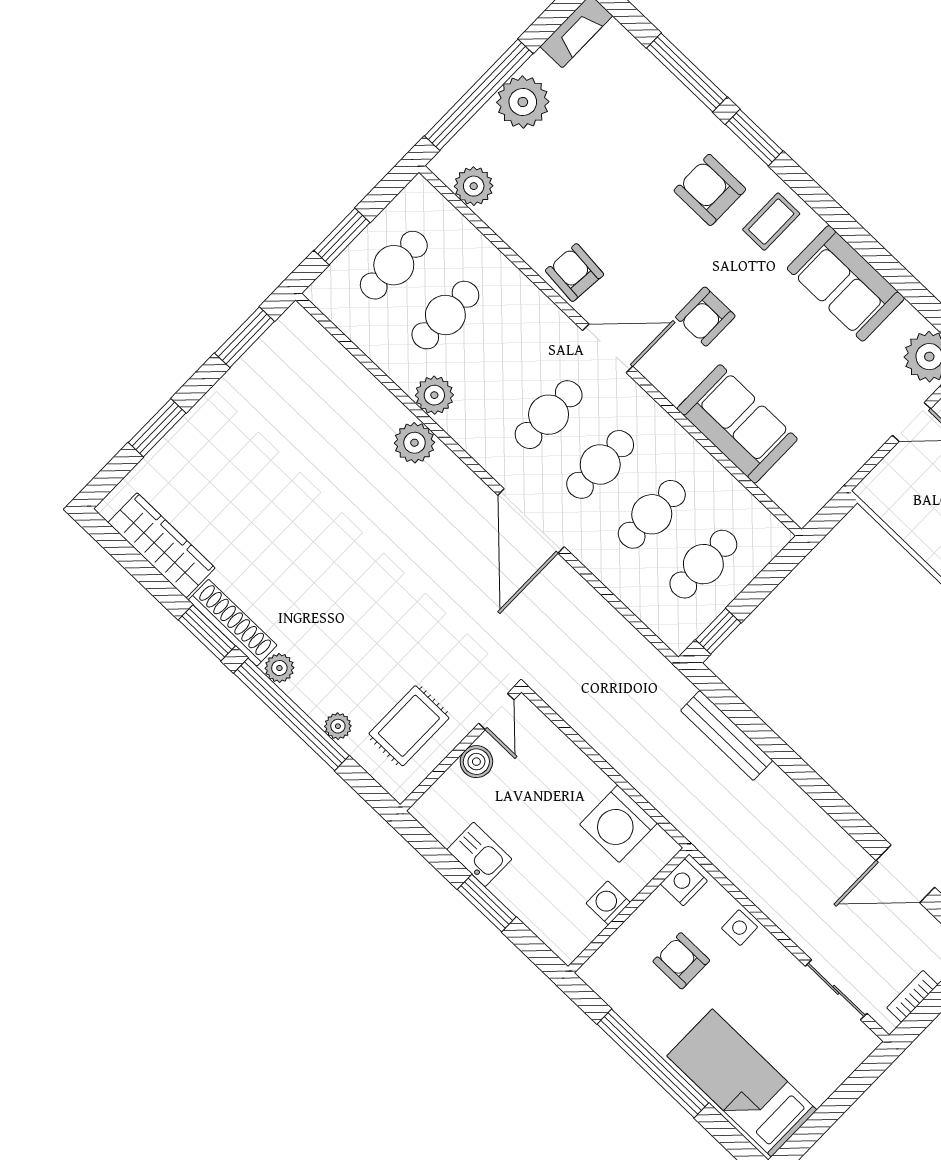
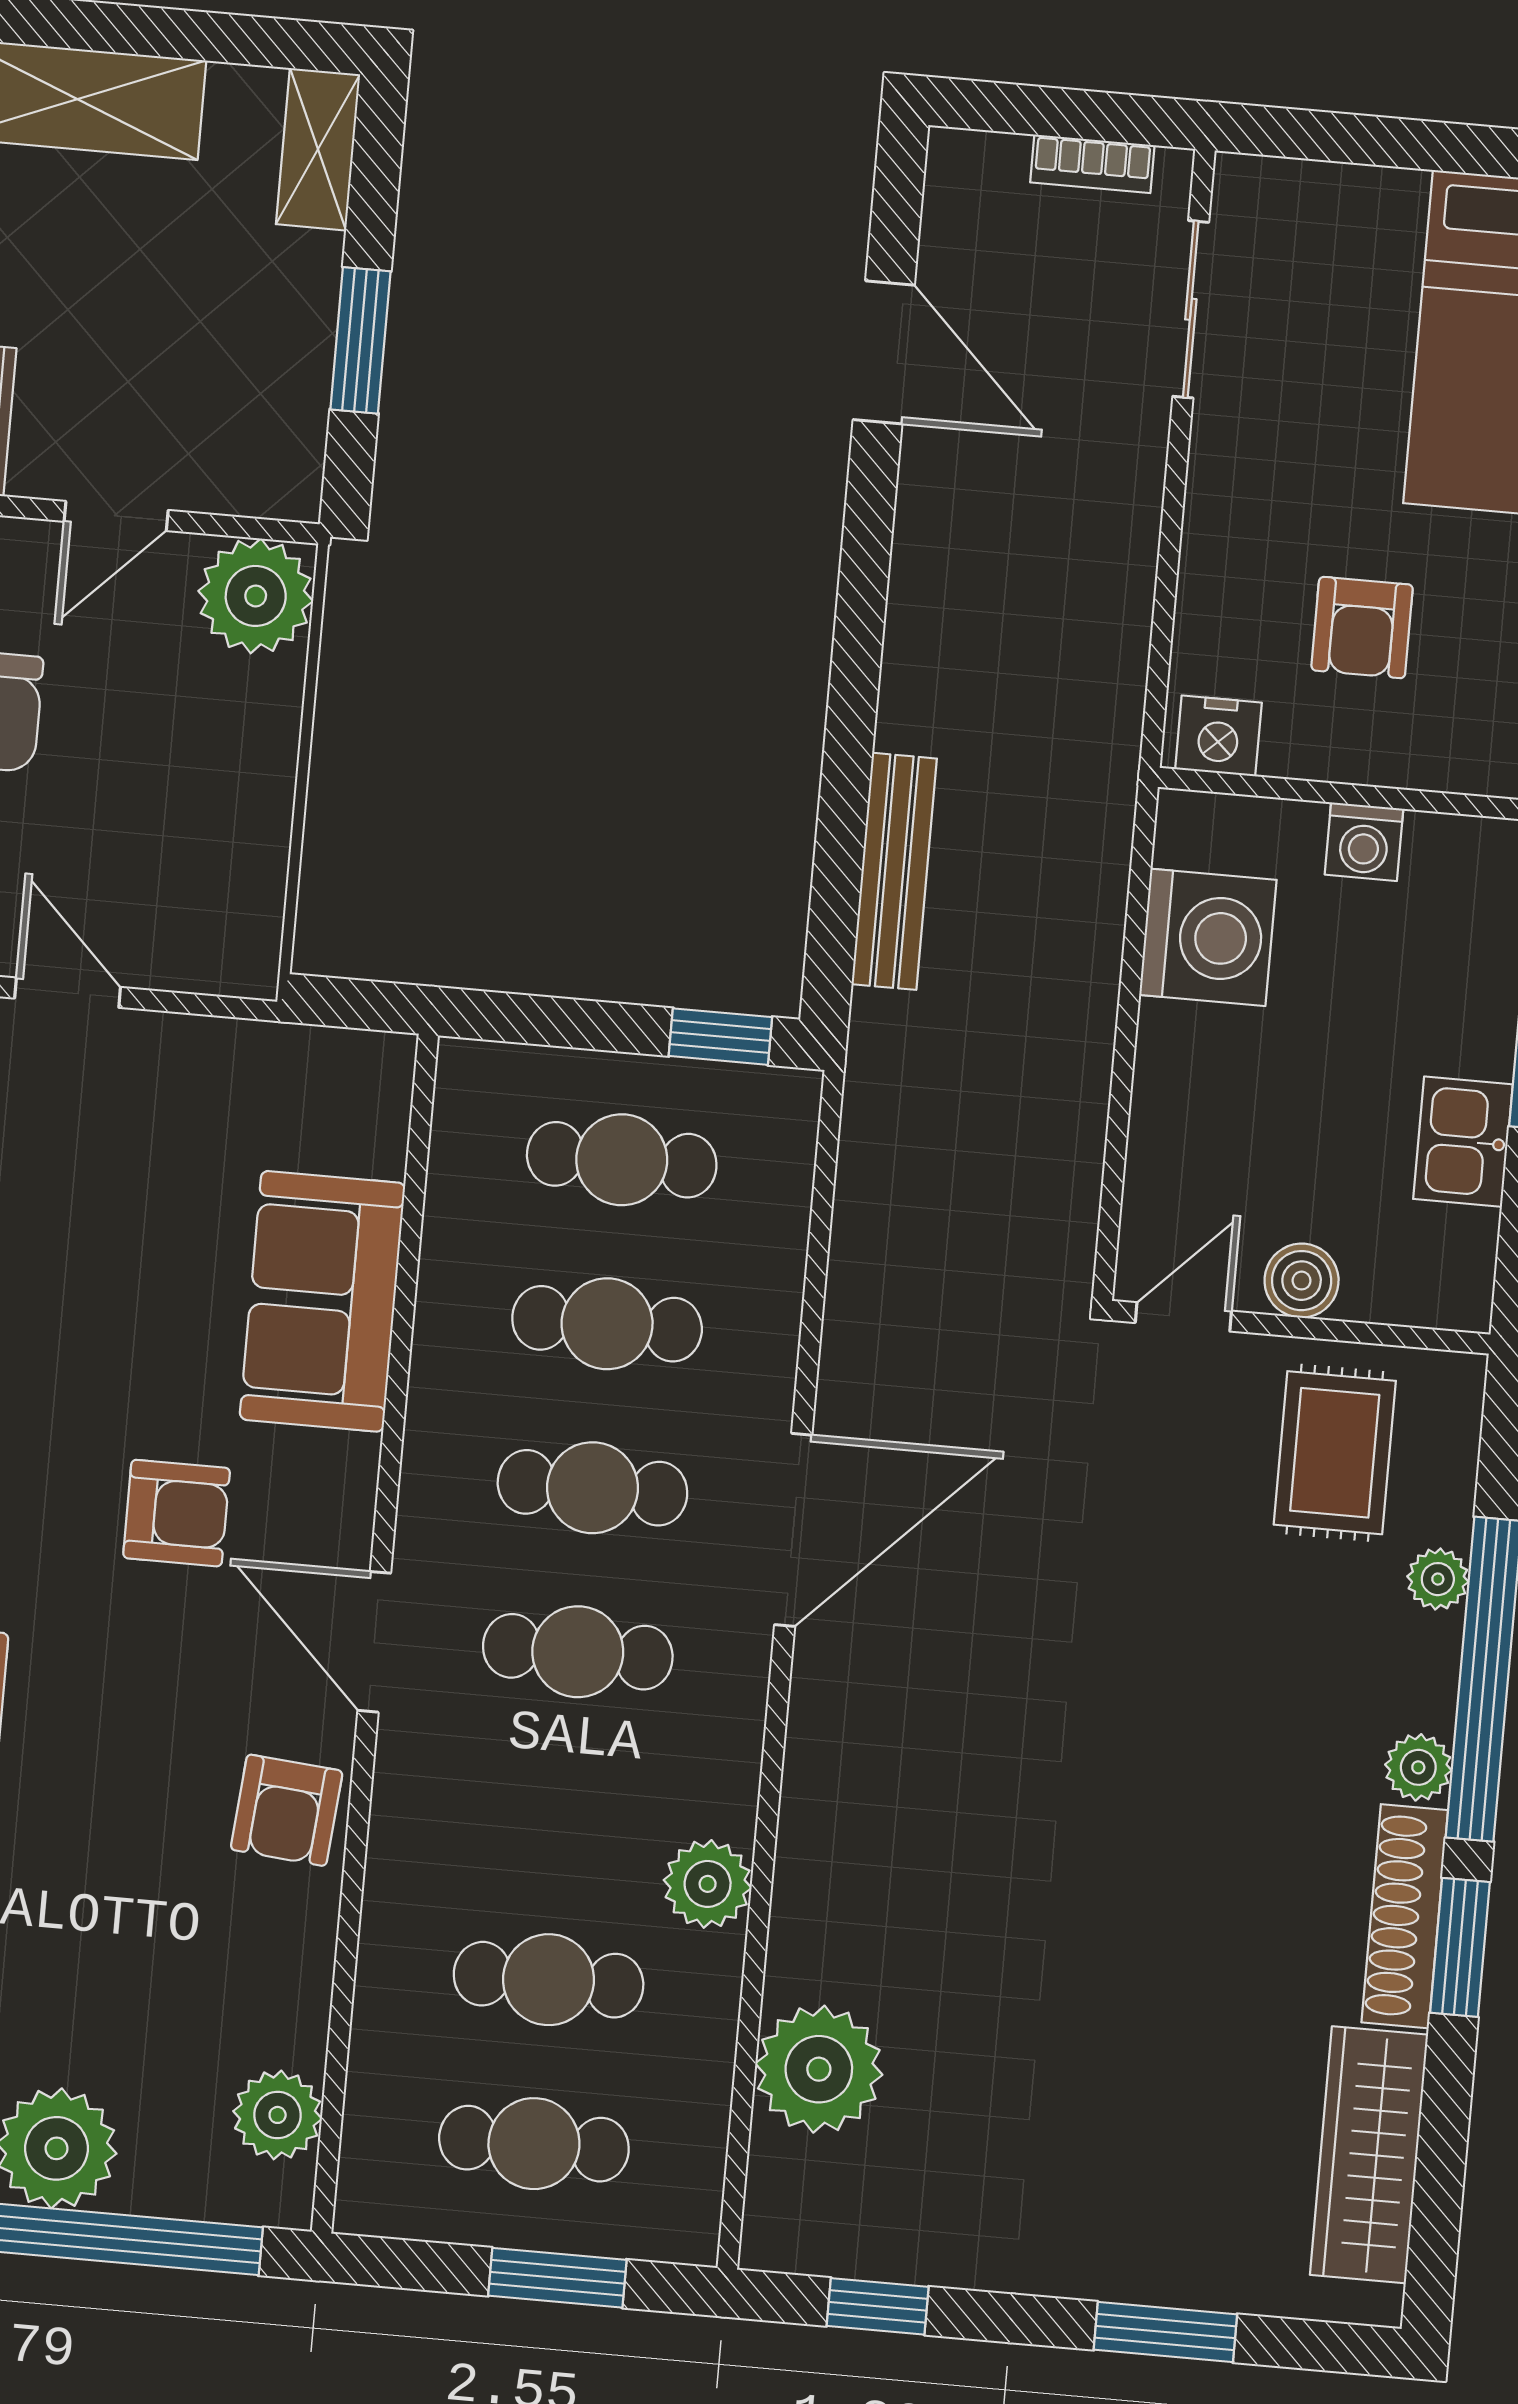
window: (245, 337) -> (878, 2306), width x0.67
plant: (414, 443) -> (819, 2069), moved, width x1.36, depth x1.36
rug: (409, 726) -> (1335, 1453), turned 90
side table: (740, 928) -> (1219, 571), removed

